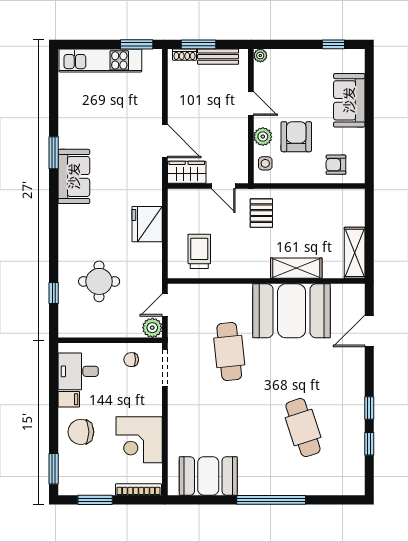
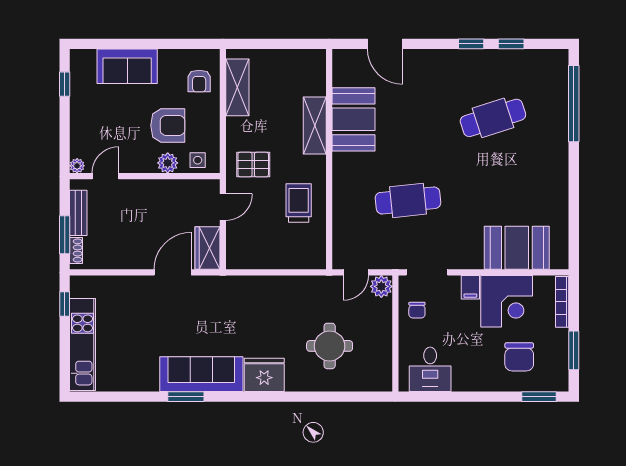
window: (137, 44) -> (65, 304), width x0.67
door: (251, 104) -> (105, 176), moved
armchair: (296, 137) -> (168, 125), turned 180
sofa: (74, 176) -> (201, 374), width x1.36
fridge: (147, 224) -> (264, 375), moved, turned 180
trolley: (199, 251) -> (299, 203), moved, turned 90
shelving: (355, 253) -> (237, 87), moved, turned 90
window: (54, 293) -> (342, 397), removed
door: (165, 305) -> (356, 272), hinge flipped
booth: (292, 311) -> (354, 119), width x0.73, depth x0.70
filing cabinet: (69, 399) -> (470, 287), moved, turned 180
chair: (81, 432) -> (519, 357), moved
booth: (208, 476) -> (517, 248), moved, turned 90
window: (271, 500) -> (574, 104), moved

